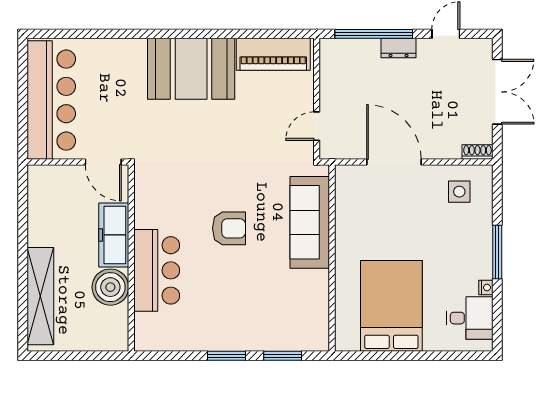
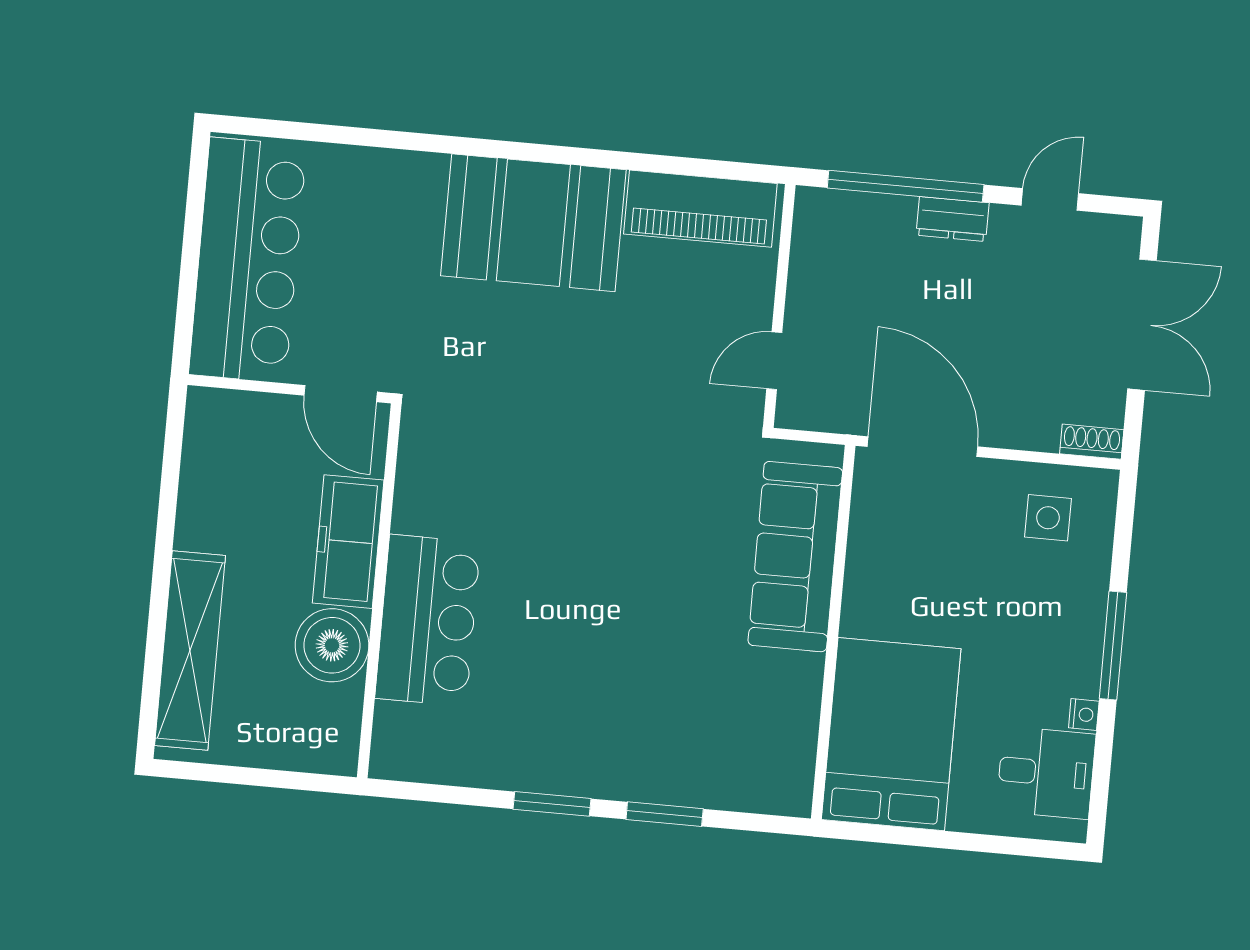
sofa: (310, 222) -> (795, 557), moved
armchair: (229, 228) -> (580, 549), removed
wall: (332, 258) -> (833, 632), moved

